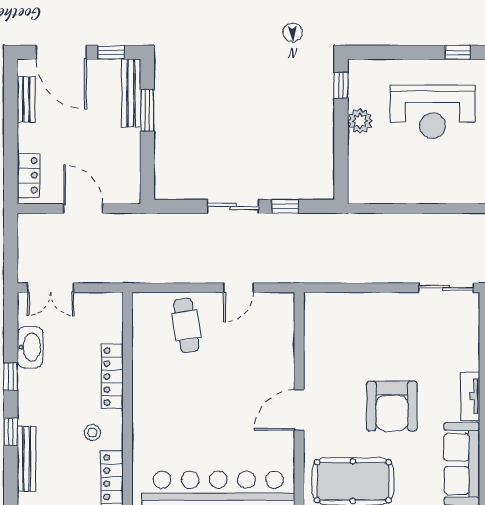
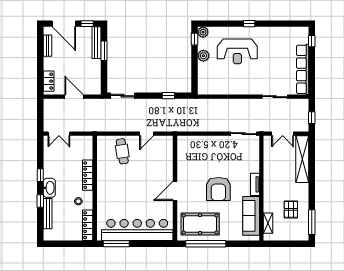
plant: (359, 70) -> (203, 32), added
sliding door: (233, 206) -> (123, 96), moved
washbasin: (30, 347) -> (49, 188), moved

